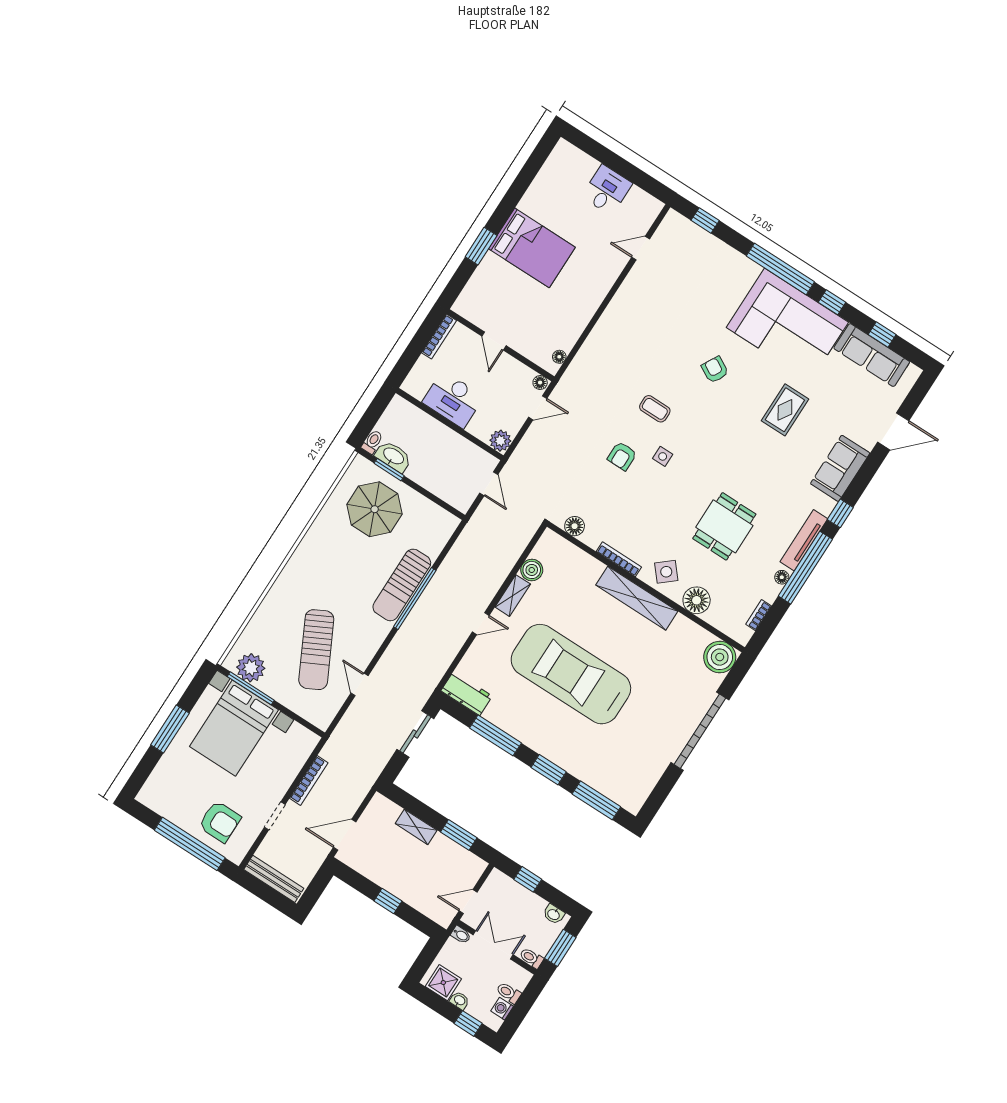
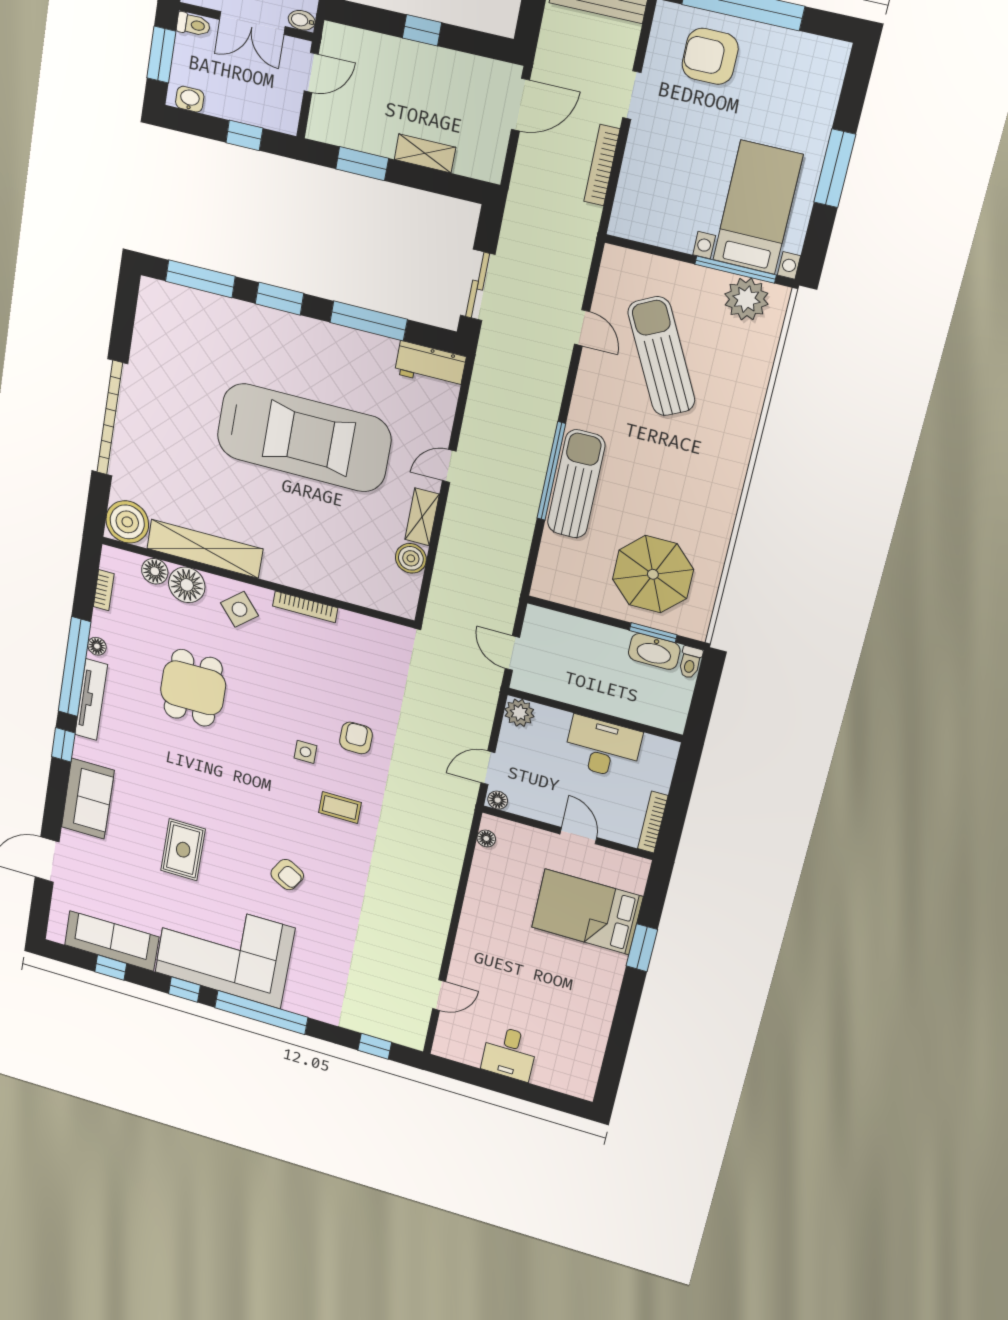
bed: (532, 248) -> (587, 912), moved
floor lamp: (575, 526) -> (155, 571), moved
shelving: (637, 598) -> (205, 549), moved
bed with nightstands: (234, 728) -> (758, 207), width x0.73

